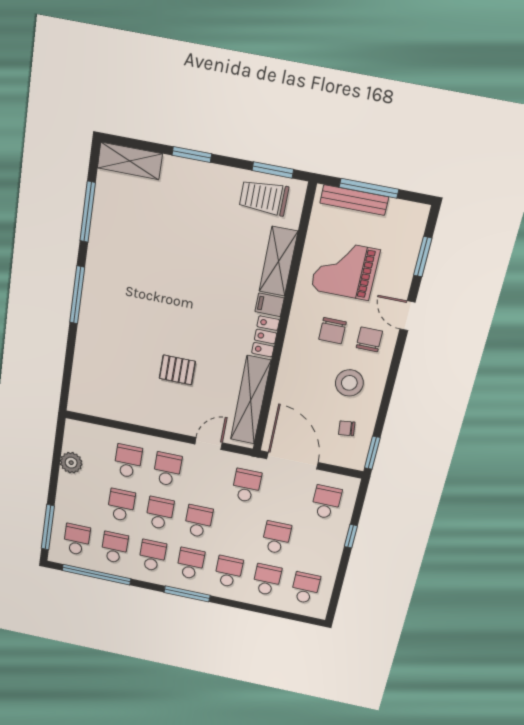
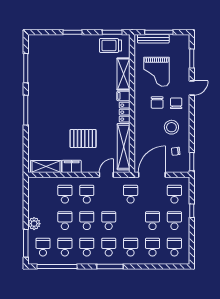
shelving: (130, 161) -> (46, 167), moved
grand piano: (345, 270) -> (157, 72), turned -90
door: (407, 316) -> (192, 88), swing flipped
pallet: (177, 370) -> (83, 139), width x1.50, depth x1.42
filing cabinet: (148, 416) -> (72, 166), added
door: (292, 461) -> (152, 175), hinge flipped
plant: (71, 463) -> (34, 224), moved
school desk: (316, 546) -> (174, 221), added

